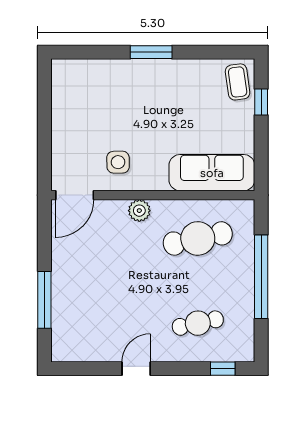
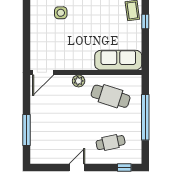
side table: (118, 162) -> (61, 13), moved
cafe table: (198, 238) -> (111, 96), turned 30

